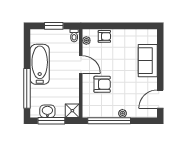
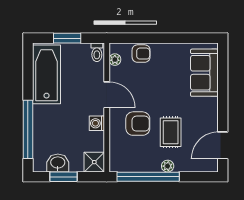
sofa: (148, 61) -> (204, 73), moved
bathtub: (40, 64) -> (47, 74), moved
washing machine: (74, 84) -> (97, 123), added
rug: (125, 90) -> (171, 132), added
window: (51, 121) -> (64, 177), width x0.69

